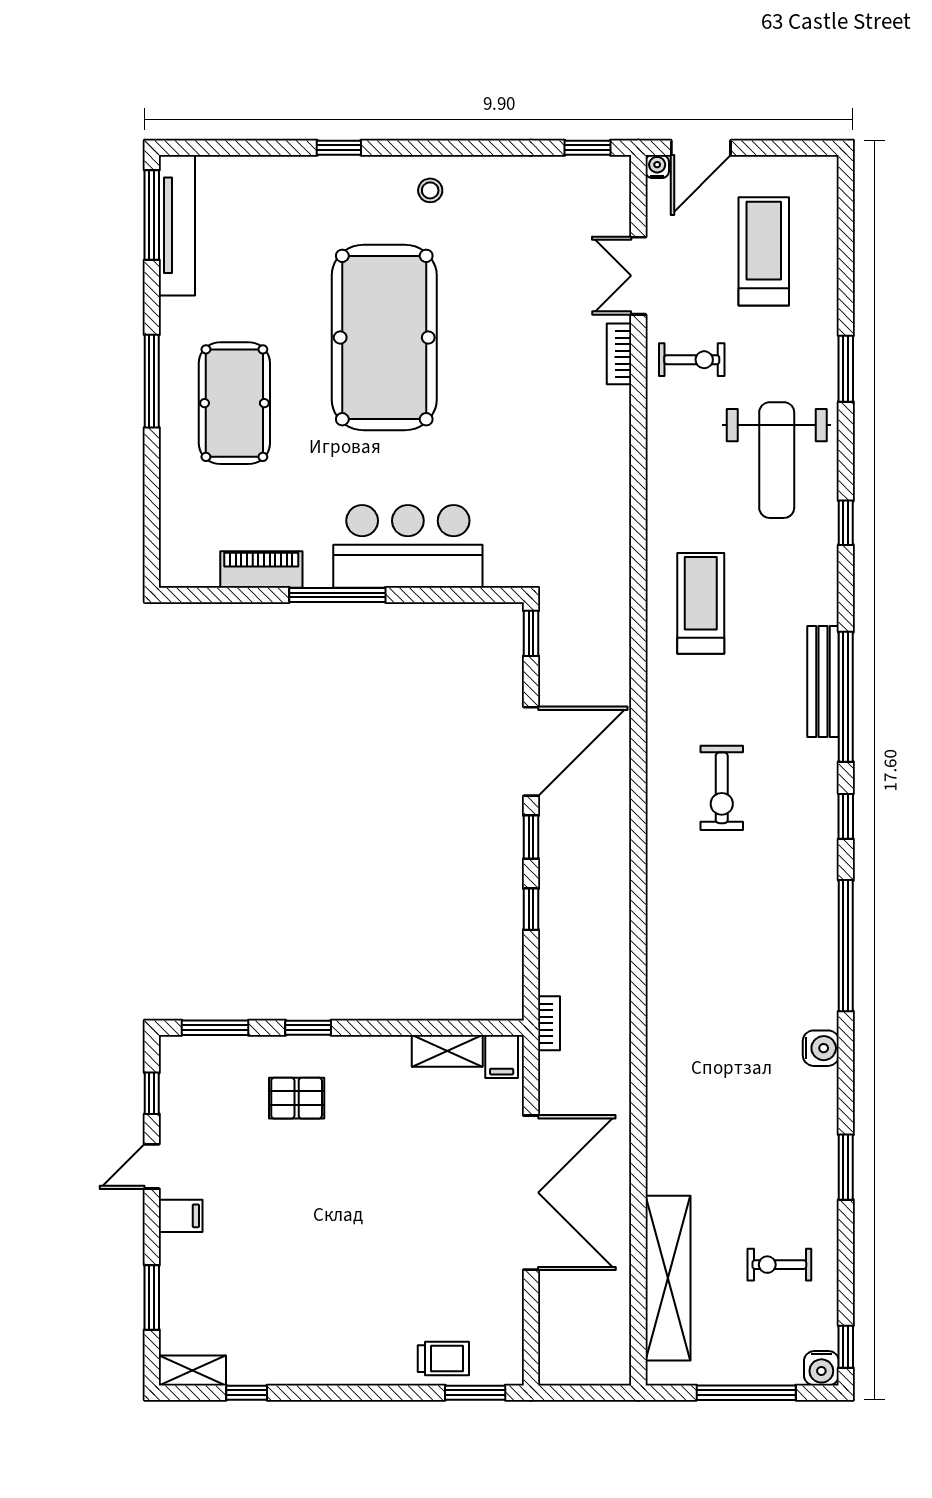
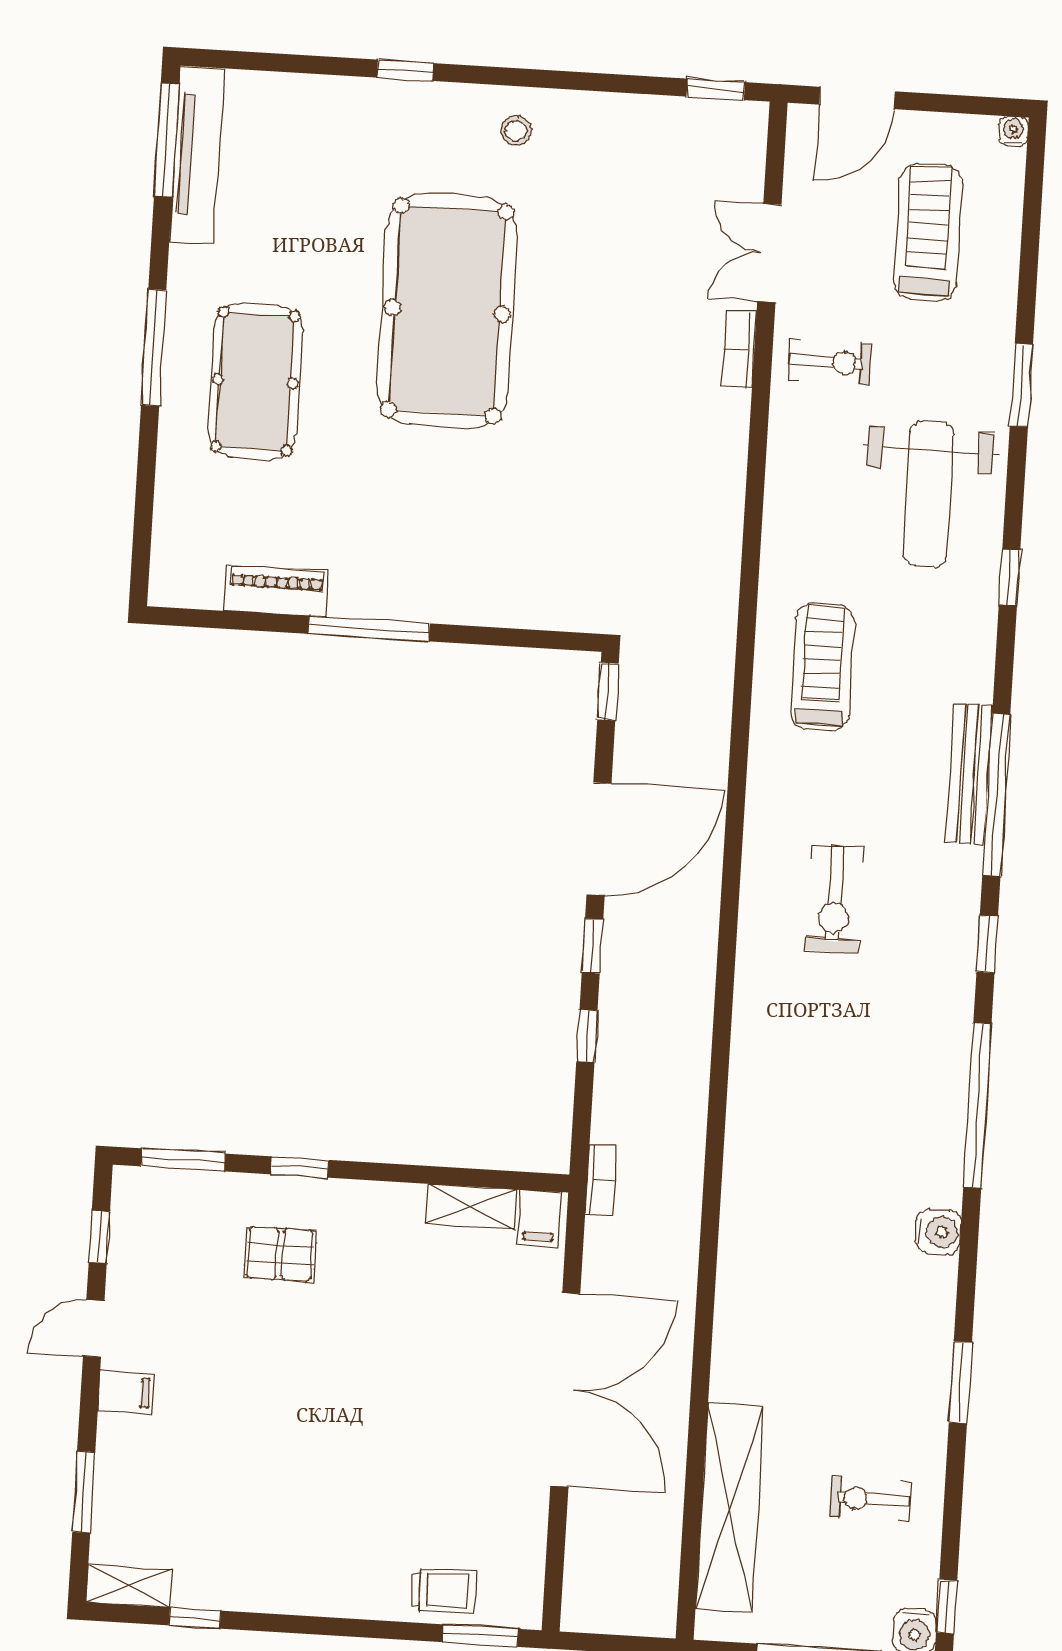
water cooler: (657, 167) -> (1013, 131), moved
bar counter: (408, 546) -> (461, 573), removed

